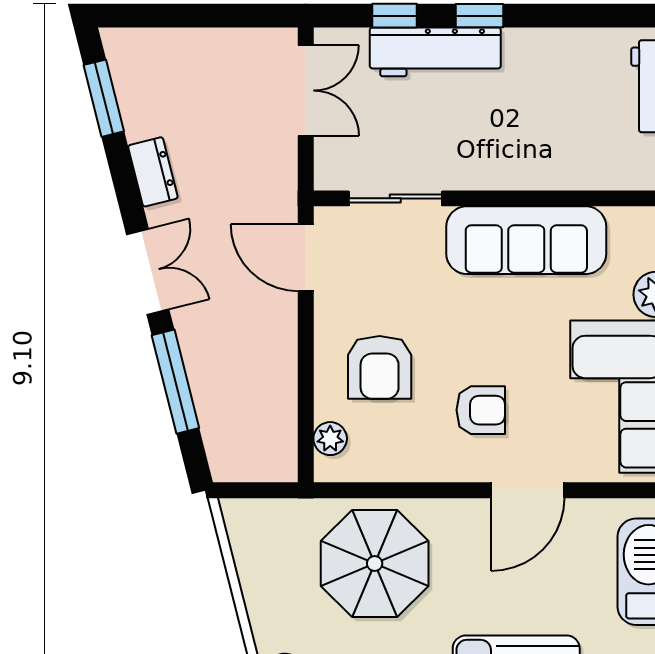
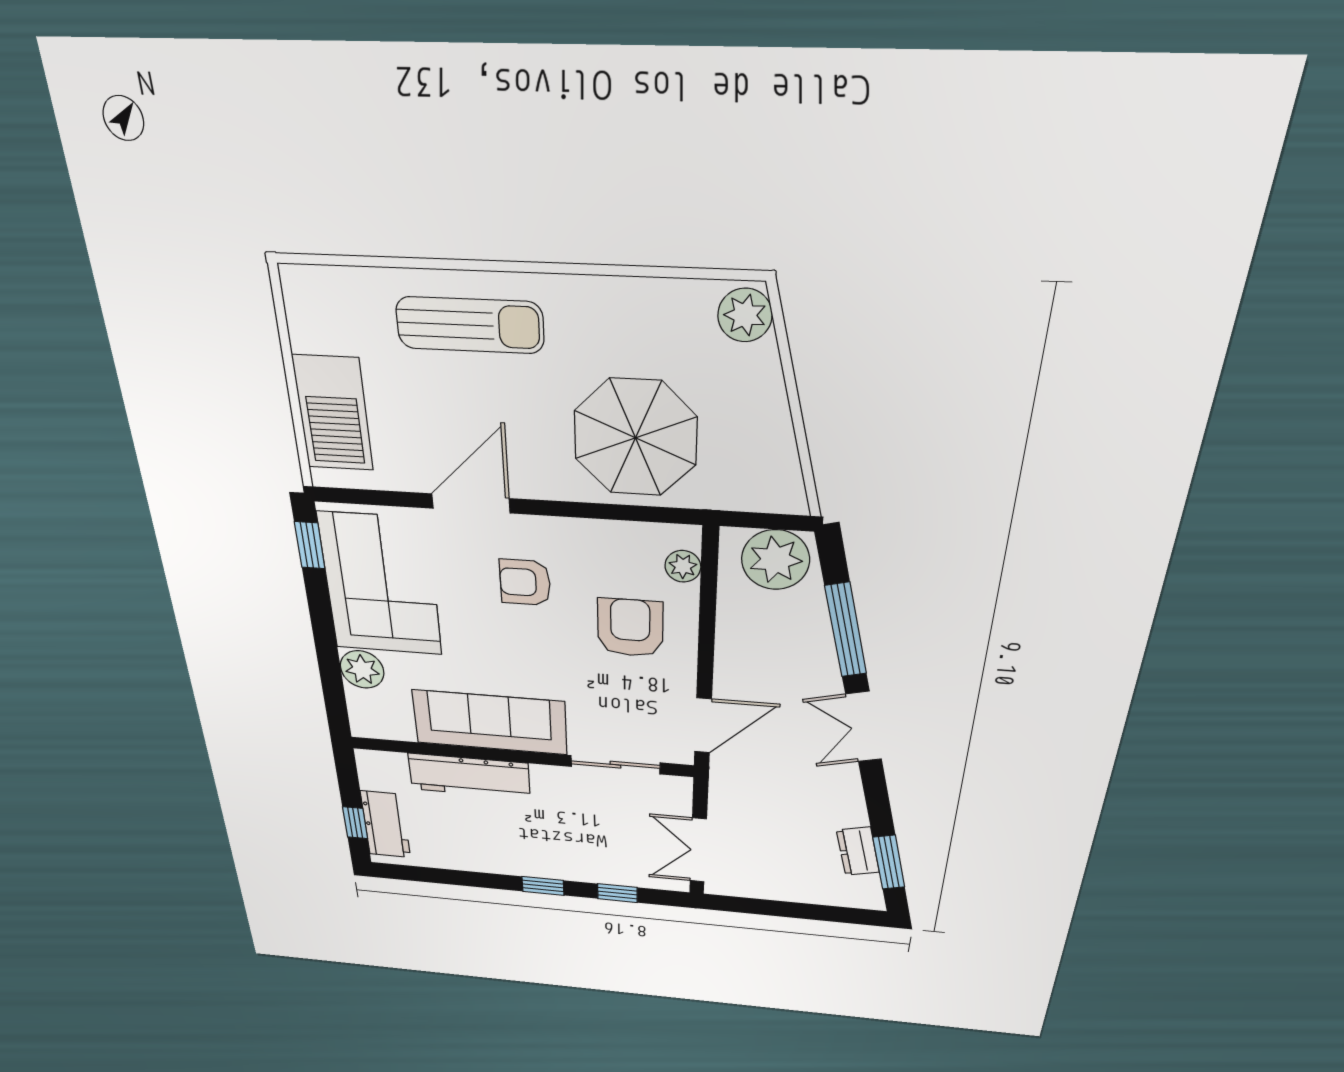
workbench: (435, 52) -> (469, 776), moved, turned 180
dresser: (153, 172) -> (858, 851), moved
door: (306, 258) -> (703, 726), hinge flipped
plant: (246, 452) -> (775, 560), added

